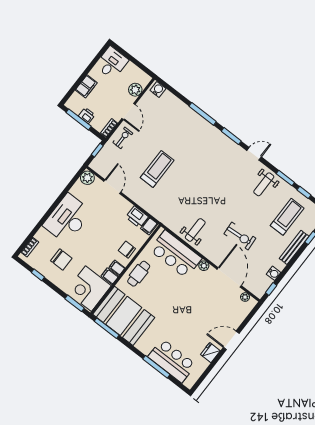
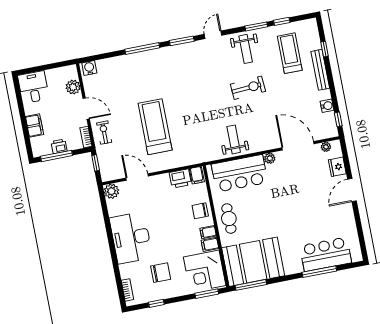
treadmill: (157, 169) -> (155, 127), width x1.37, depth x1.38
exercise bike: (240, 236) -> (248, 88), moved
fridge: (210, 353) -> (337, 167), moved

